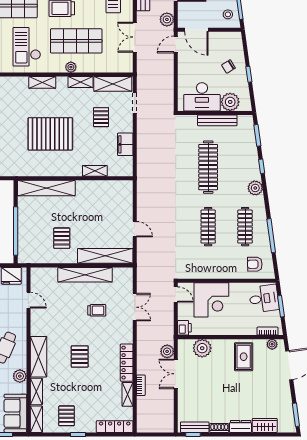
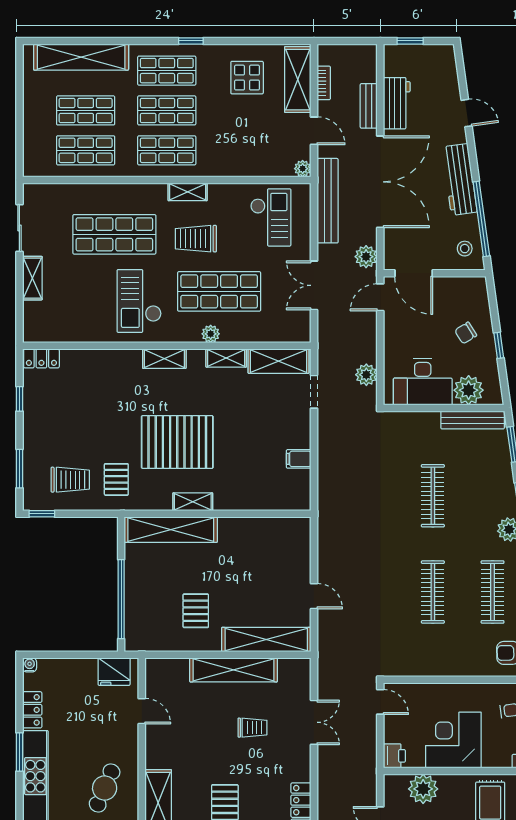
pallet: (101, 117) -> (116, 479), moved
bench: (217, 120) -> (473, 420), moved
filing cabinet: (125, 144) -> (299, 459), width x0.50
clothes rail: (208, 167) -> (433, 496), width x0.73, depth x0.76
shelving: (95, 171) -> (193, 502), moved
corner desk: (211, 300) -> (453, 740), moved, turned 180
plant: (167, 351) -> (366, 375), moved

